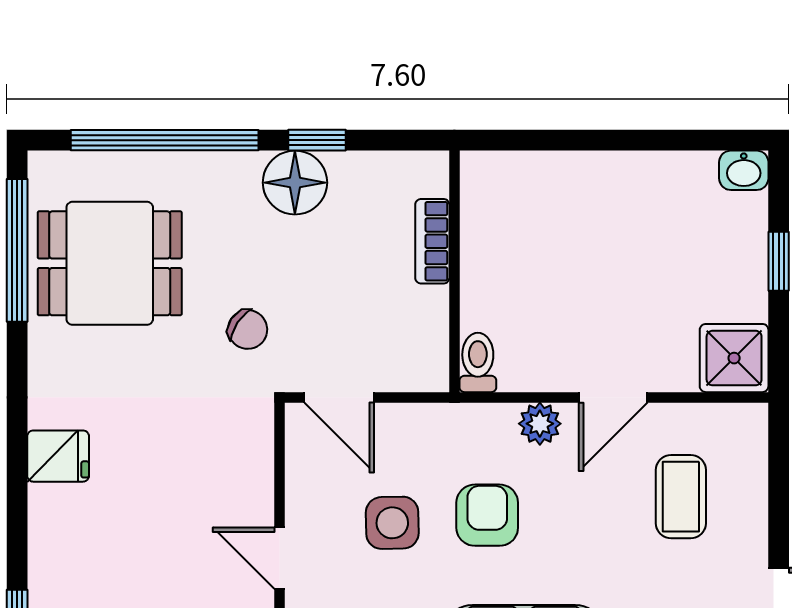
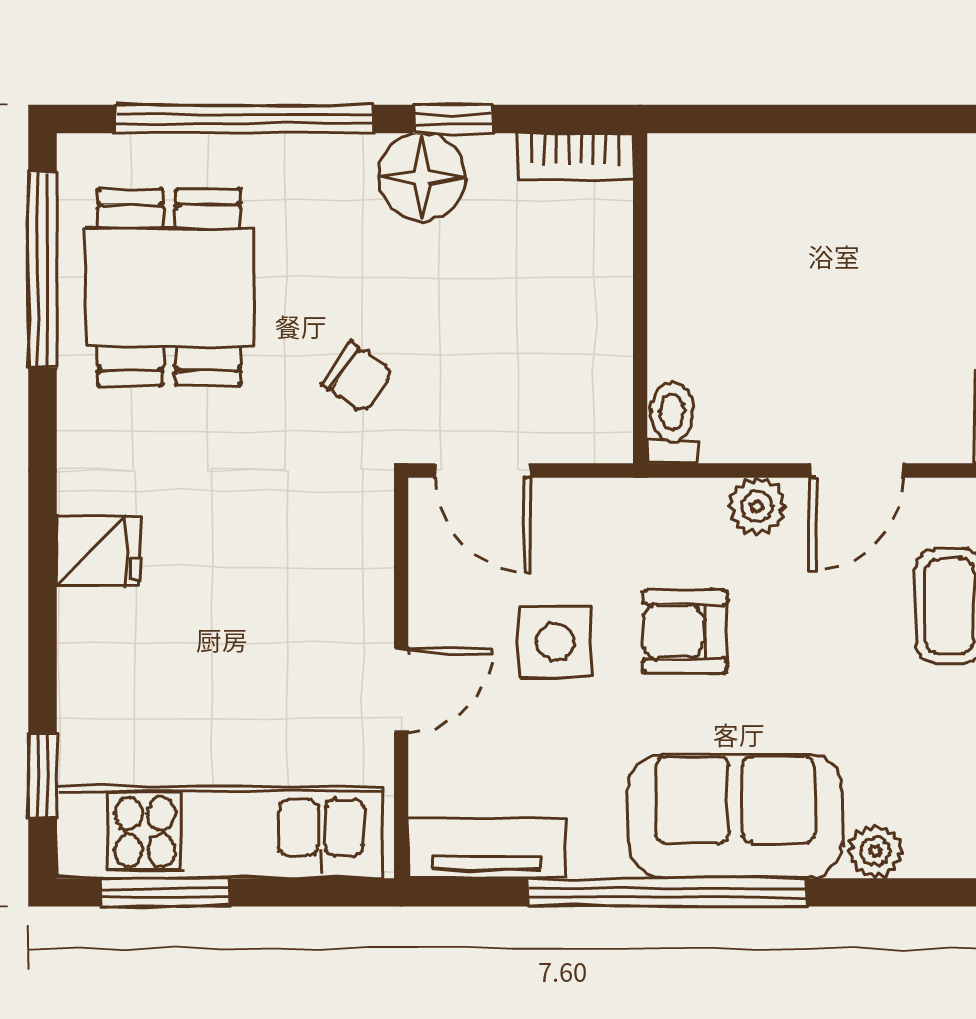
bookcase: (432, 241) -> (575, 156), moved, turned -90
dining table: (110, 263) -> (169, 287), turned 90
armchair: (487, 515) -> (685, 631), turned -90
door: (279, 558) -> (401, 690), swing flipped

